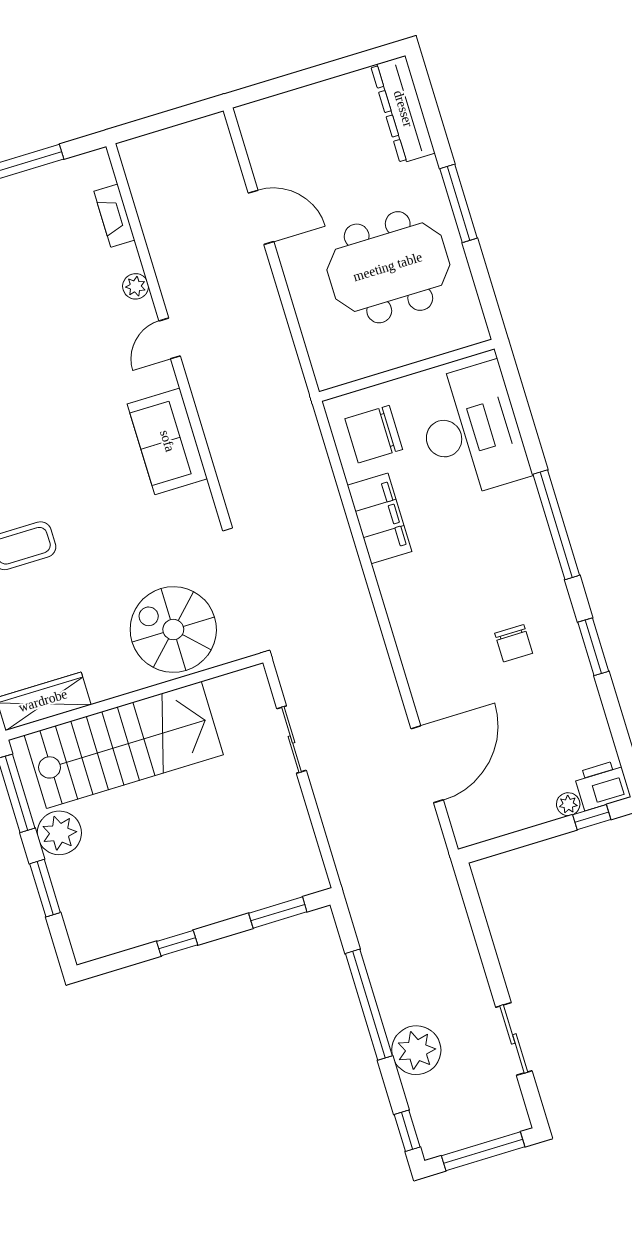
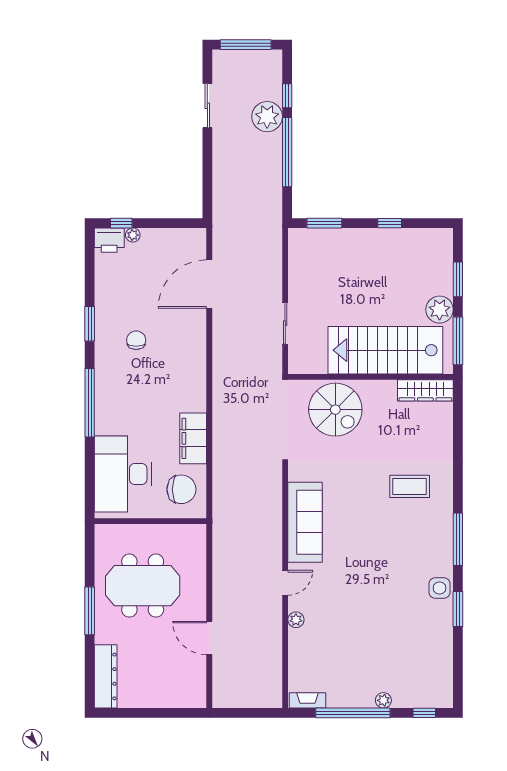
fireplace: (114, 216) -> (308, 700), moved, turned -90
sofa: (167, 441) -> (305, 522), width x1.36
window: (407, 1131) -> (287, 96), moved

